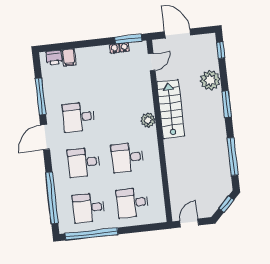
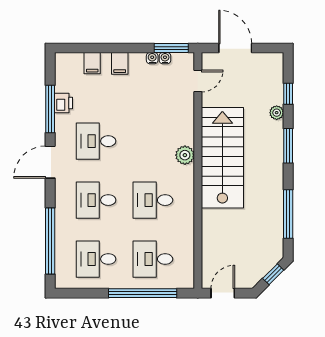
window: (221, 50) -> (288, 94), moved
filing cabinet: (90, 55) -> (120, 63), added
printer: (54, 58) -> (64, 103), moved, turned -90
plant: (210, 80) -> (277, 113), width x0.53, depth x0.53
stairs: (171, 109) -> (222, 158), width x1.36, depth x1.51
window: (92, 234) -> (143, 293), moved

